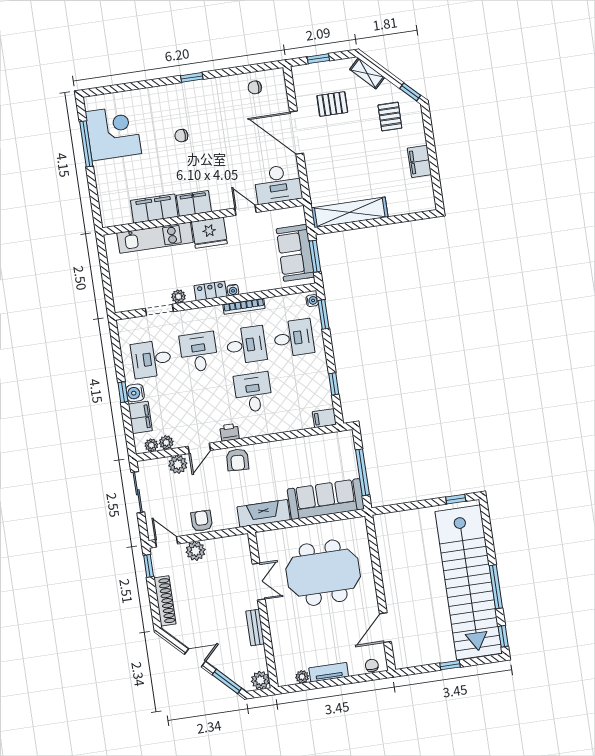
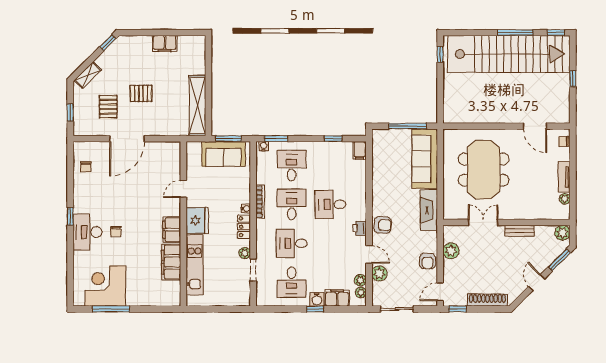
pallet: (390, 117) -> (141, 93), moved
desk: (278, 184) -> (87, 232), moved, turned 180
armchair: (202, 521) -> (427, 261), turned -90
plant: (196, 551) -> (451, 251), moved

